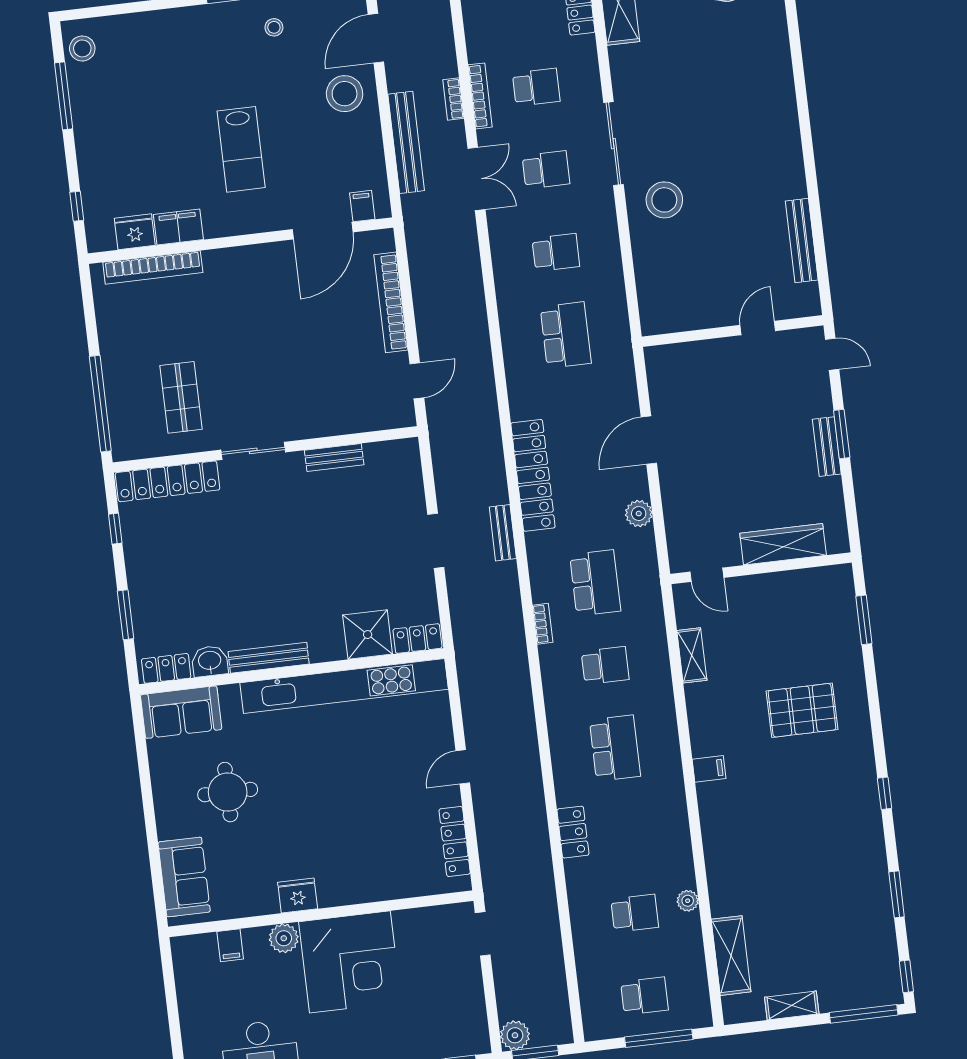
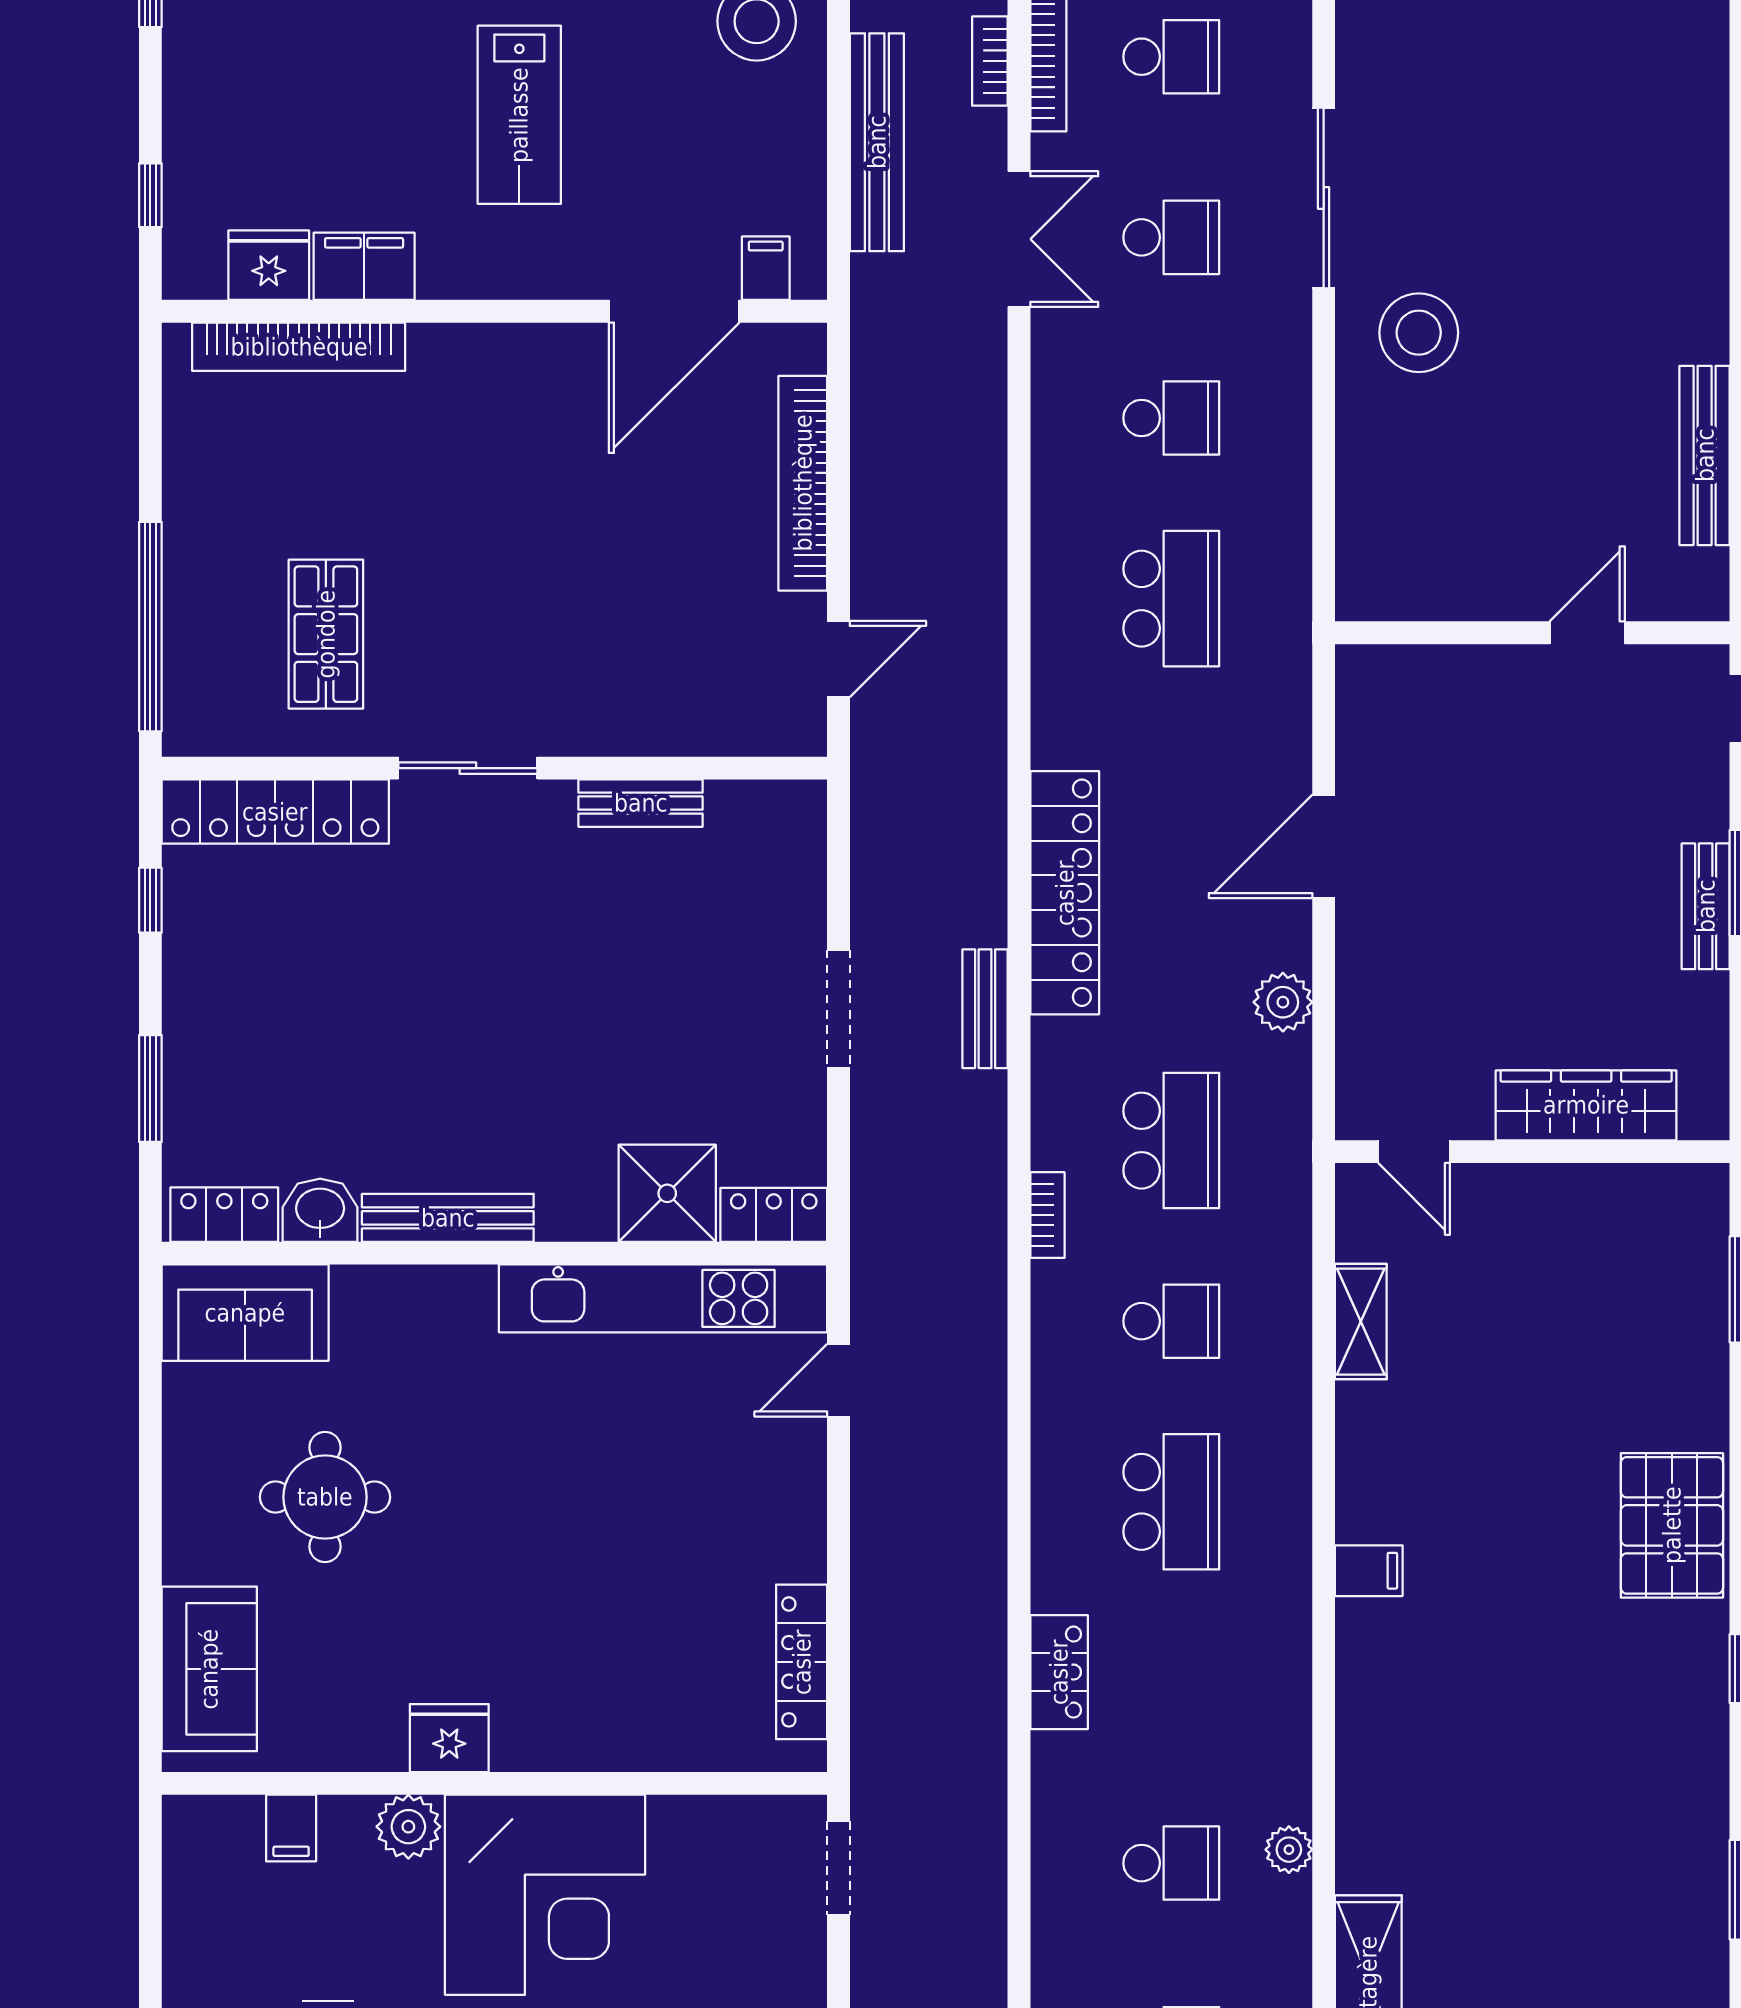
kitchen unit: (344, 686) -> (663, 1298), width x0.73
pallet: (802, 710) -> (1672, 1525), moved, turned 90
door: (463, 767) -> (839, 1380), moved

